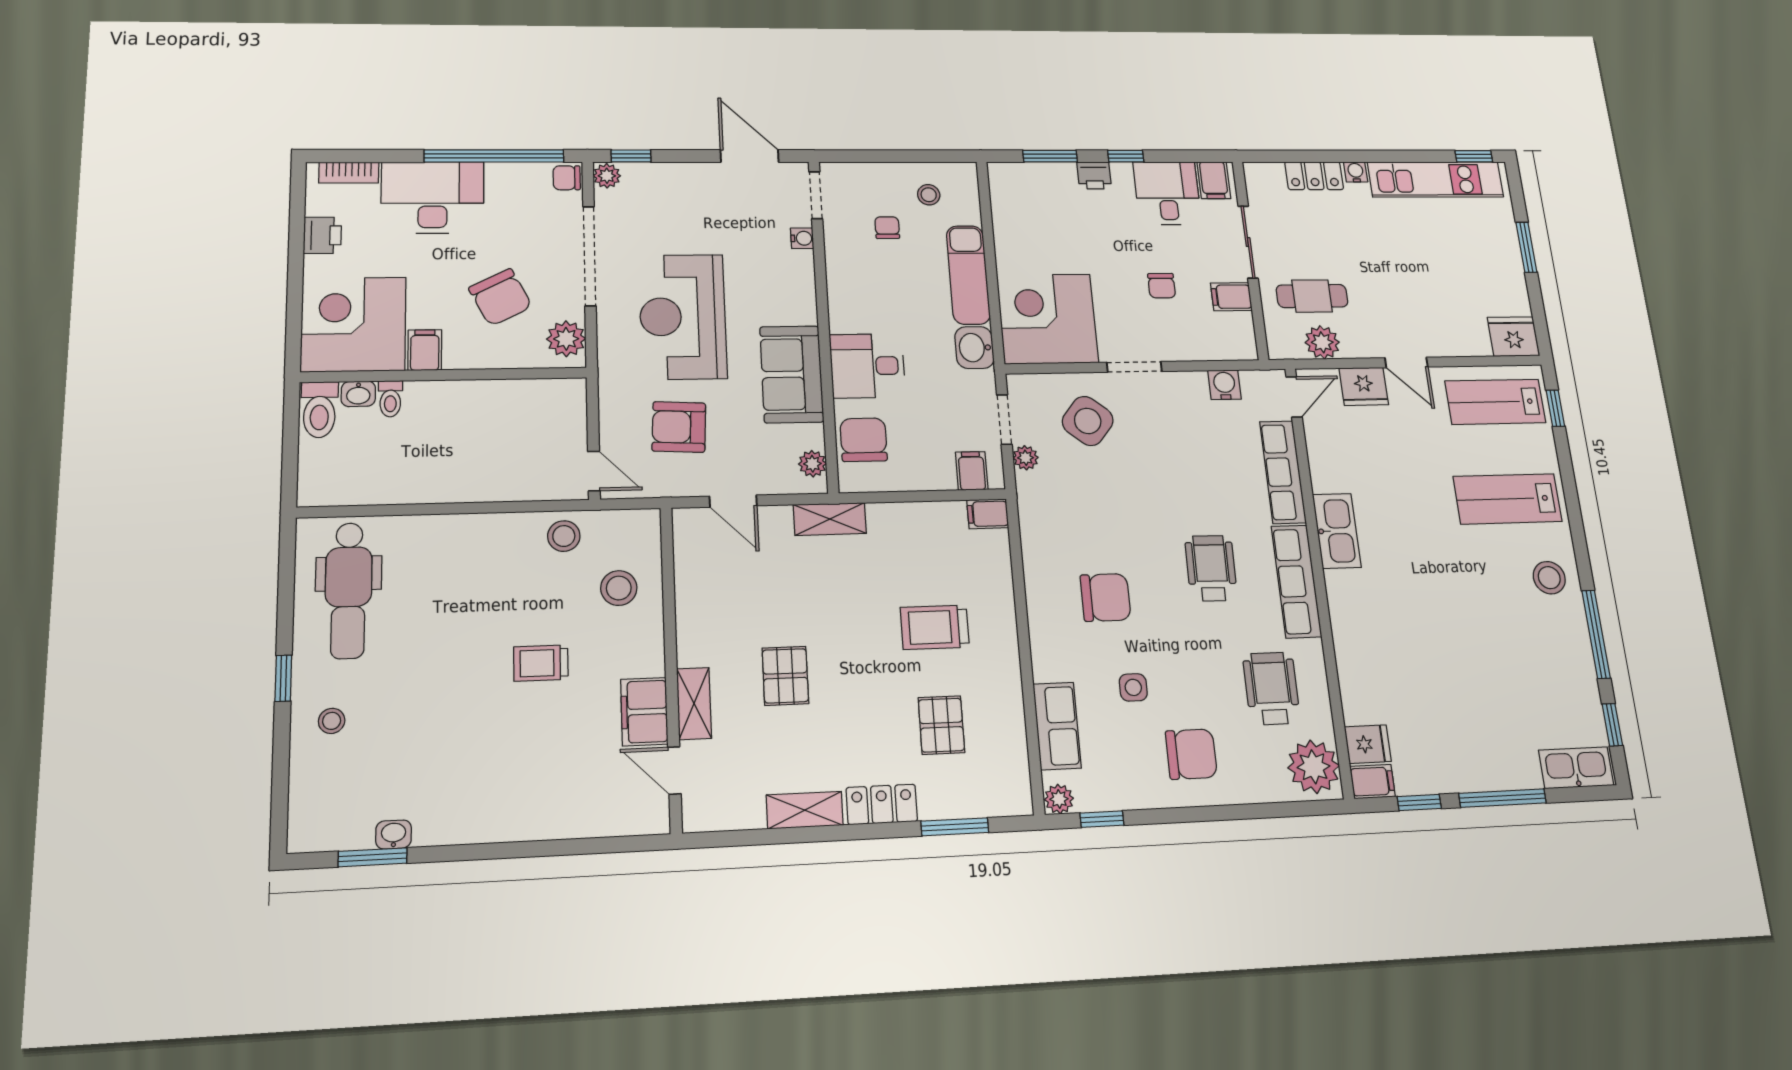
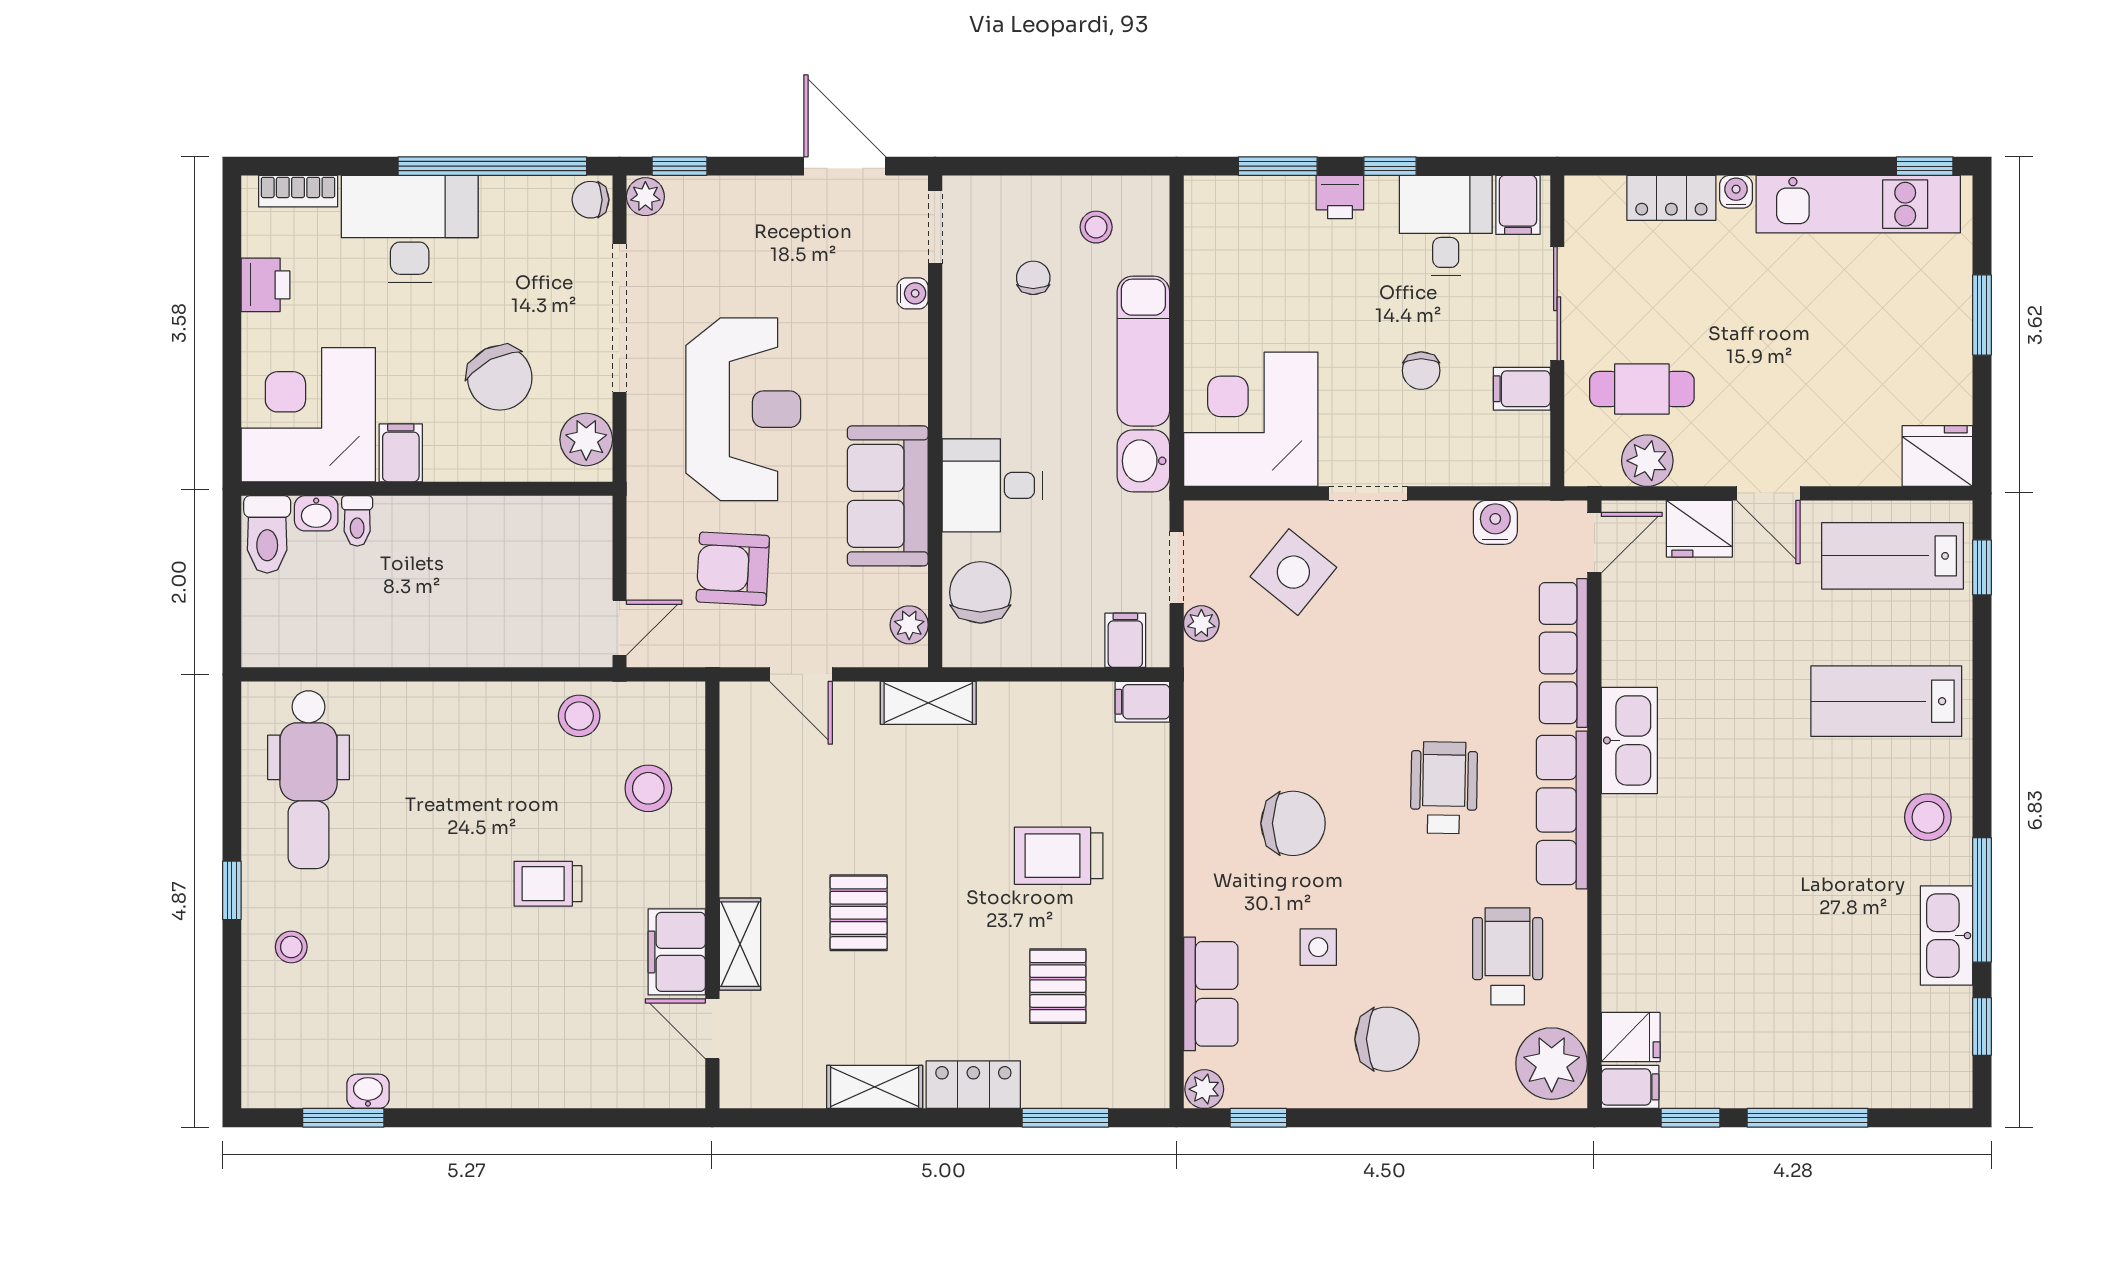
reception desk: (683, 317) -> (743, 409), turned 180
door: (594, 471) -> (619, 628), hinge flipped
kitchen sink: (1576, 768) -> (1947, 936), moved, turned -90

